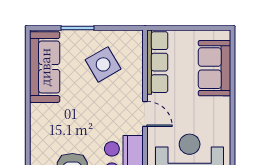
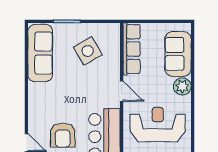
plant: (220, 108) -> (182, 86), added

